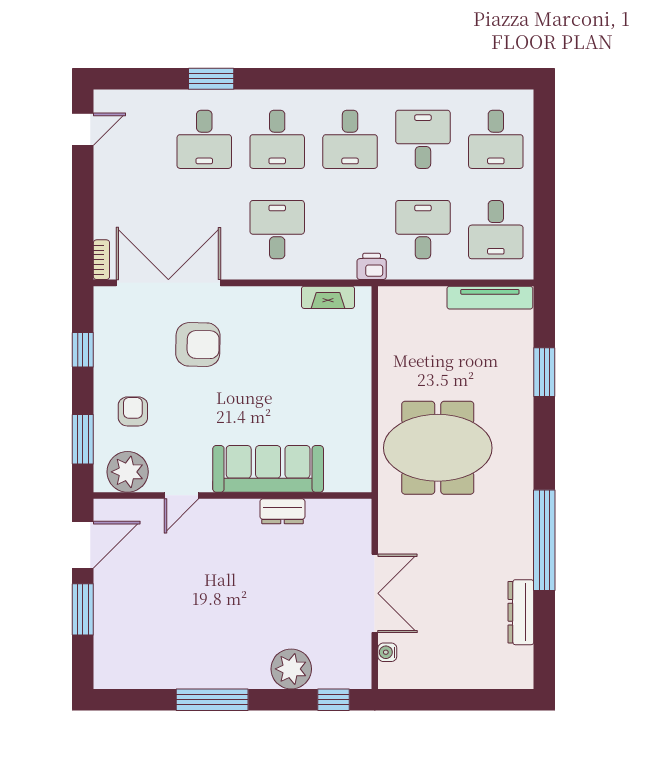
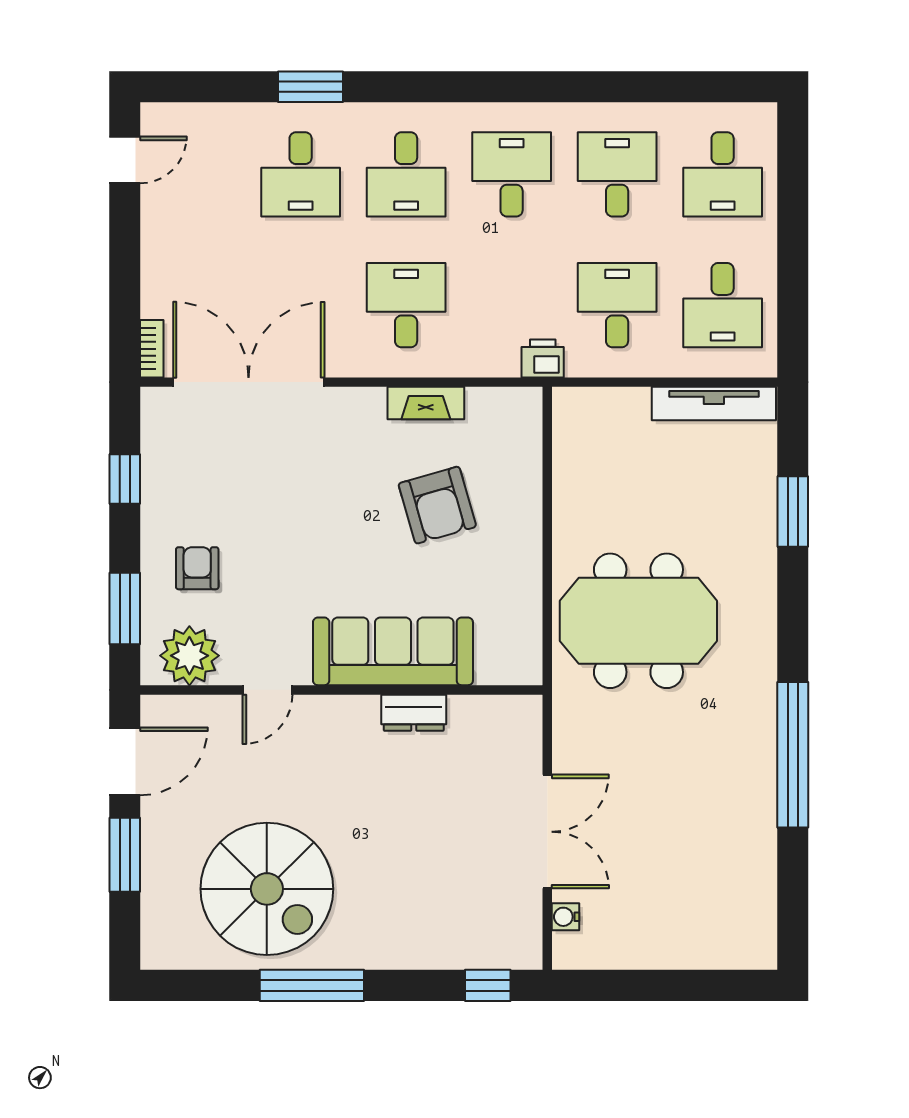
desk: (350, 139) -> (512, 174), turned 180
fireplace: (328, 297) -> (426, 403), moved
armchair: (198, 345) -> (437, 505), moved, turned 73
dresser: (521, 612) -> (759, 859), removed
spiral stairs: (181, 633) -> (267, 889), added
plant: (291, 669) -> (426, 941), removed

